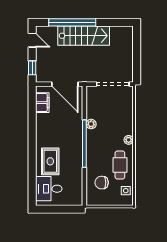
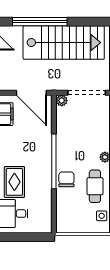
stairs: (84, 36) -> (64, 43), width x1.36, depth x1.51
plant: (91, 124) -> (62, 100), moved
chair: (102, 183) -> (66, 179), moved, turned 90

